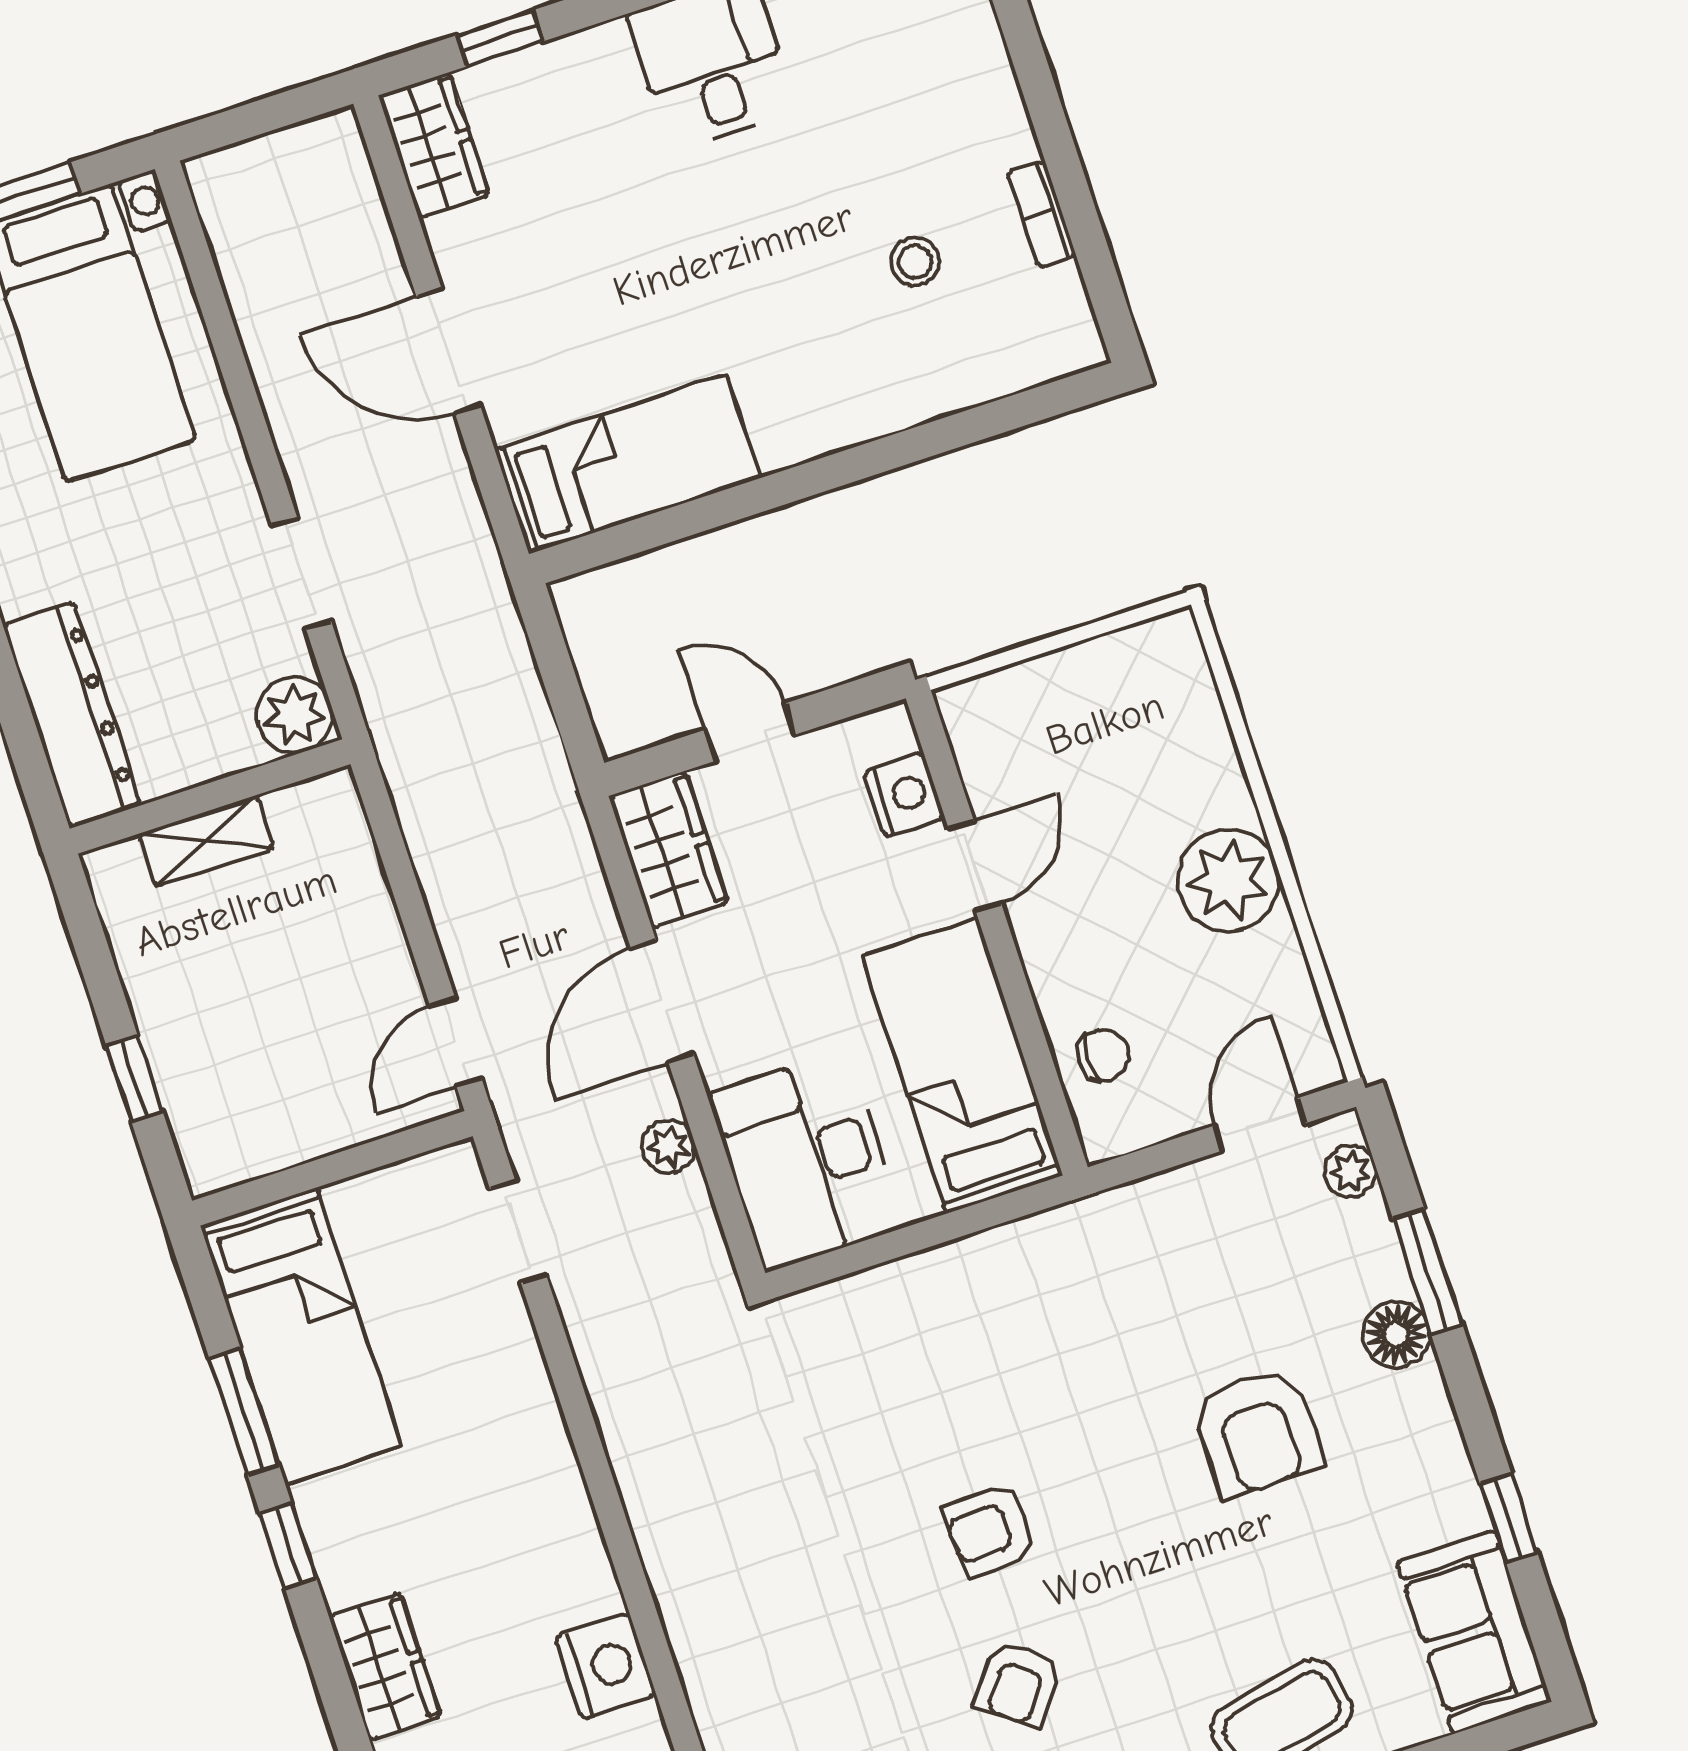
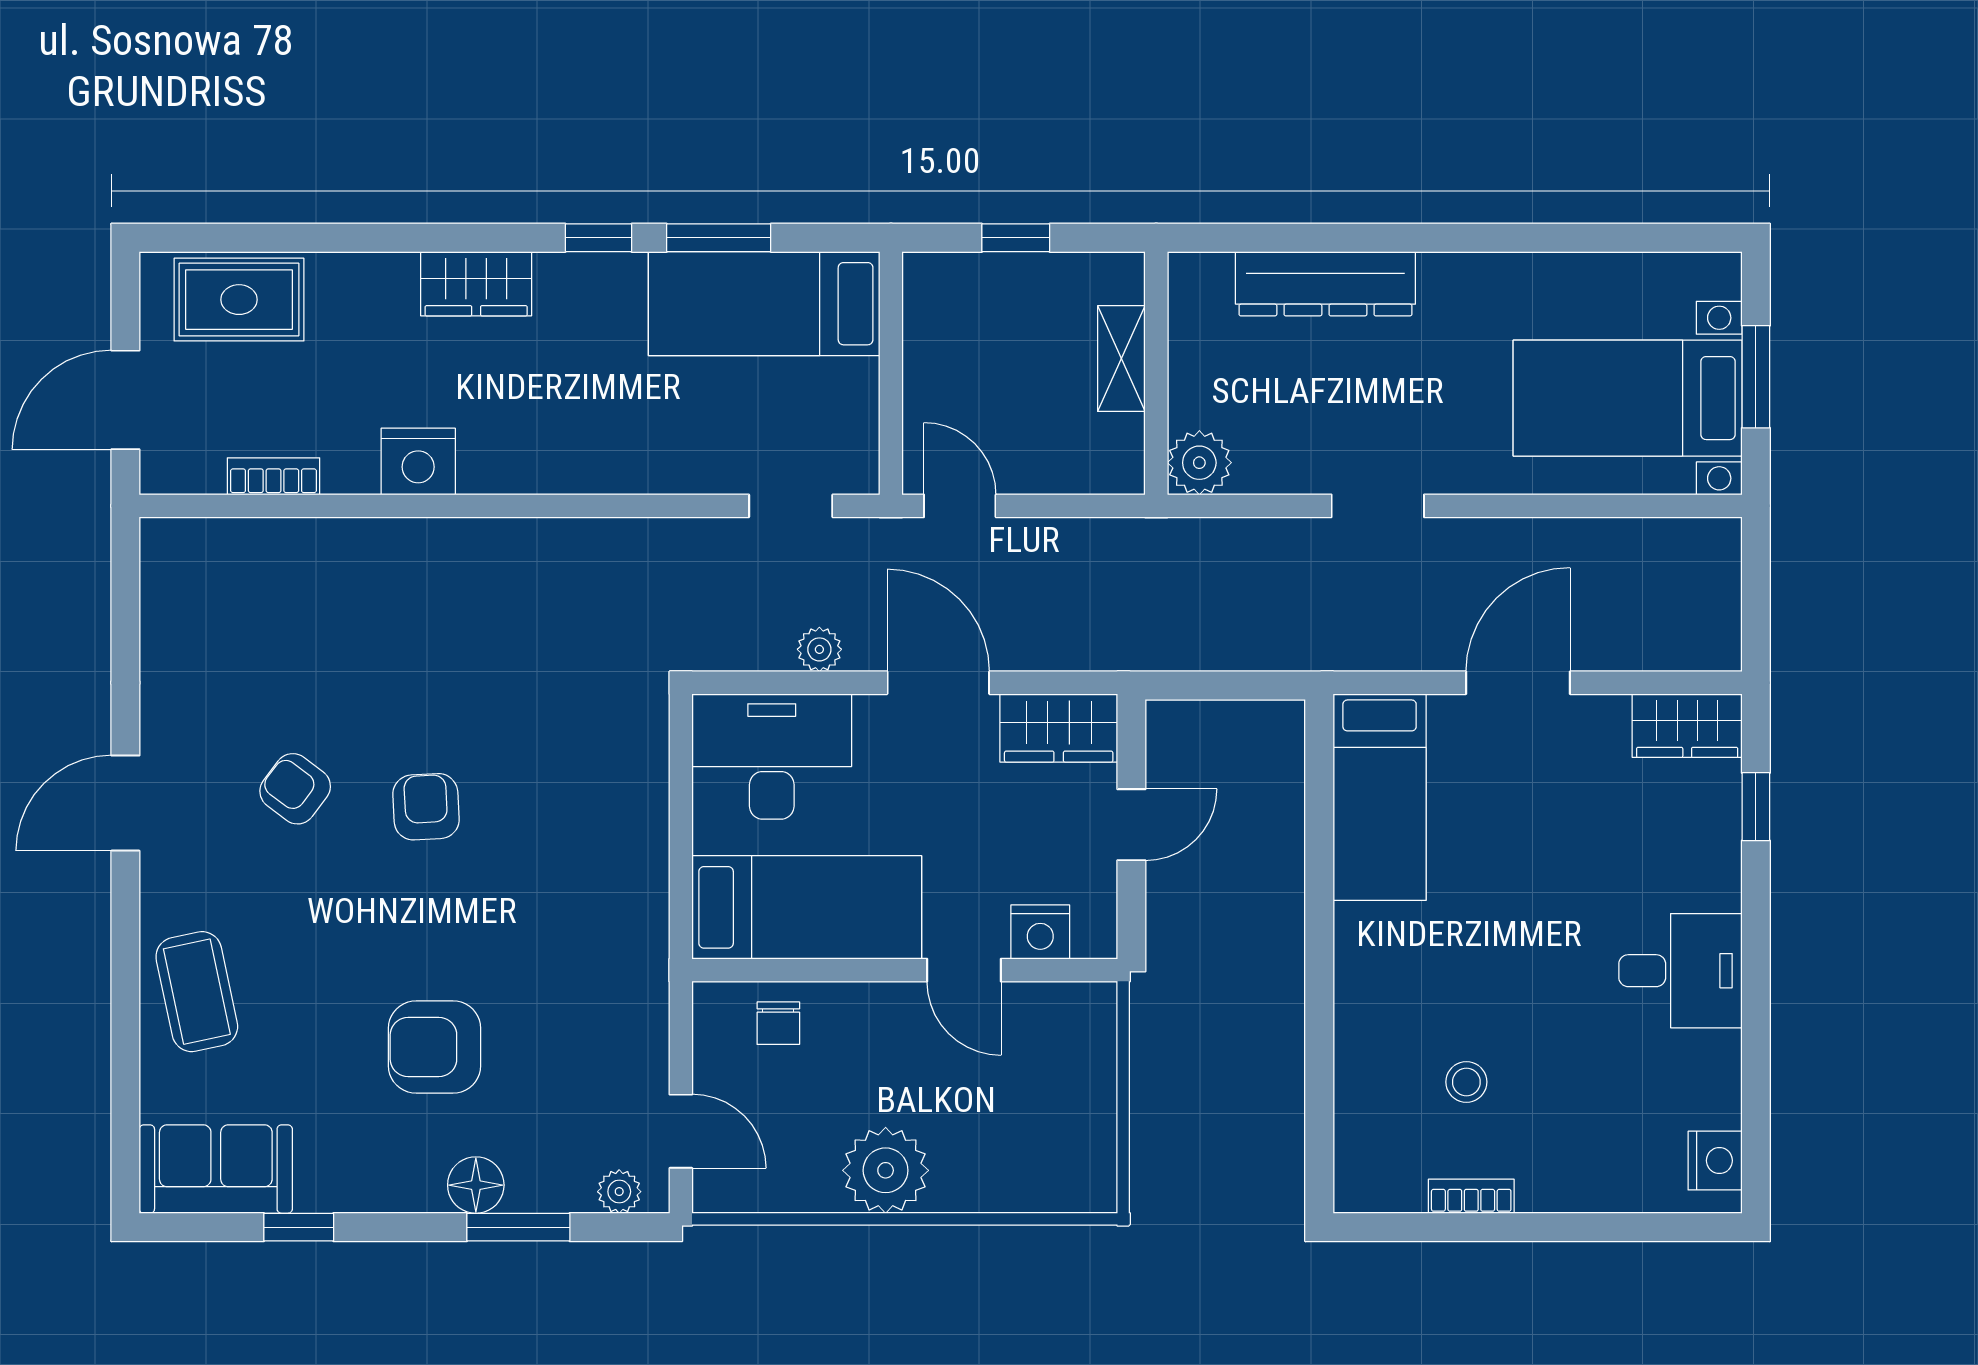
plant: (295, 715) -> (1199, 463), moved
wall: (210, 796) -> (1156, 373), moved
shelving: (207, 841) -> (1121, 359), moved

